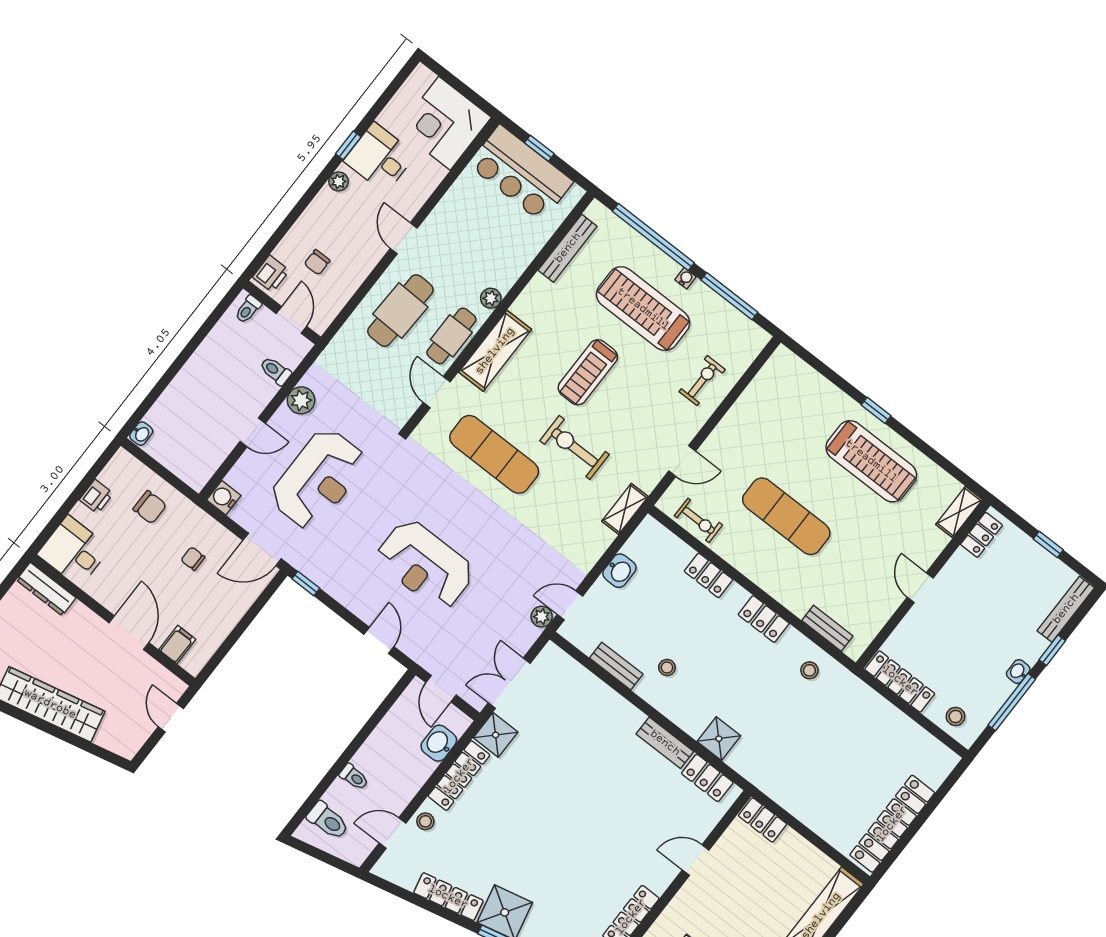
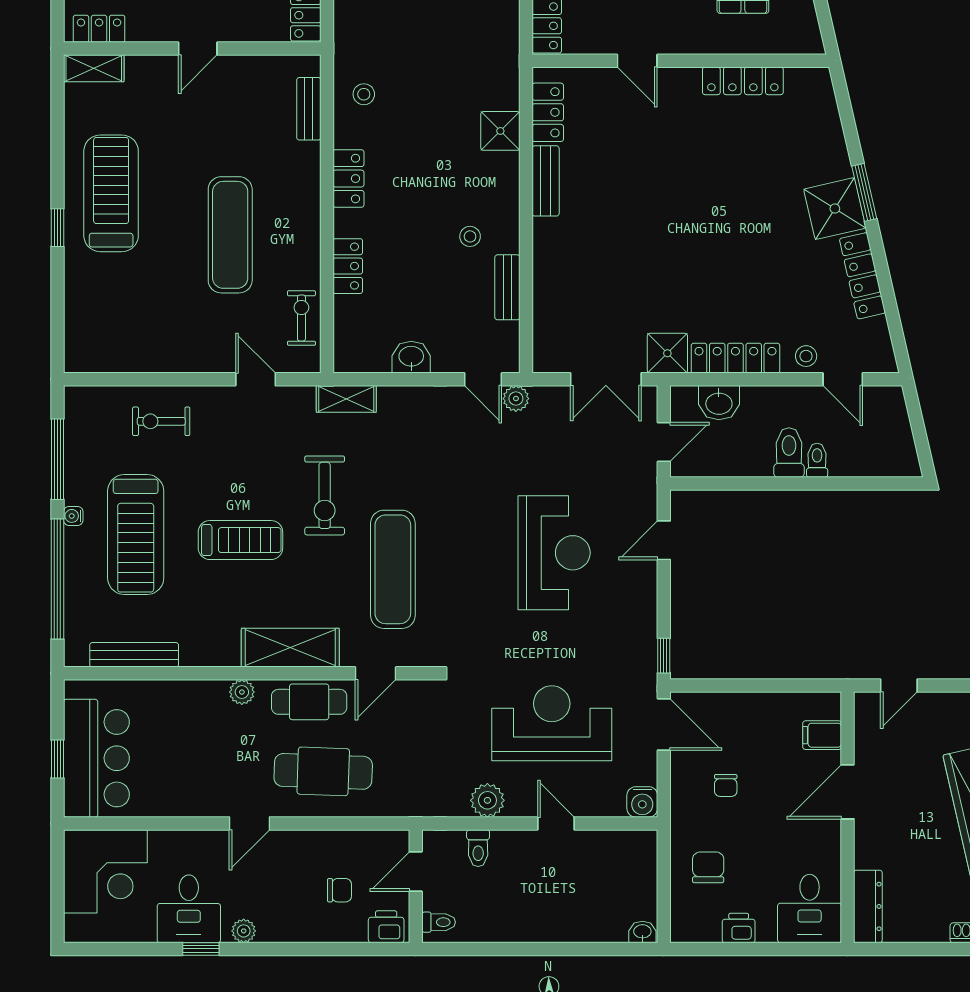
toilet: (328, 821) -> (789, 452), moved

